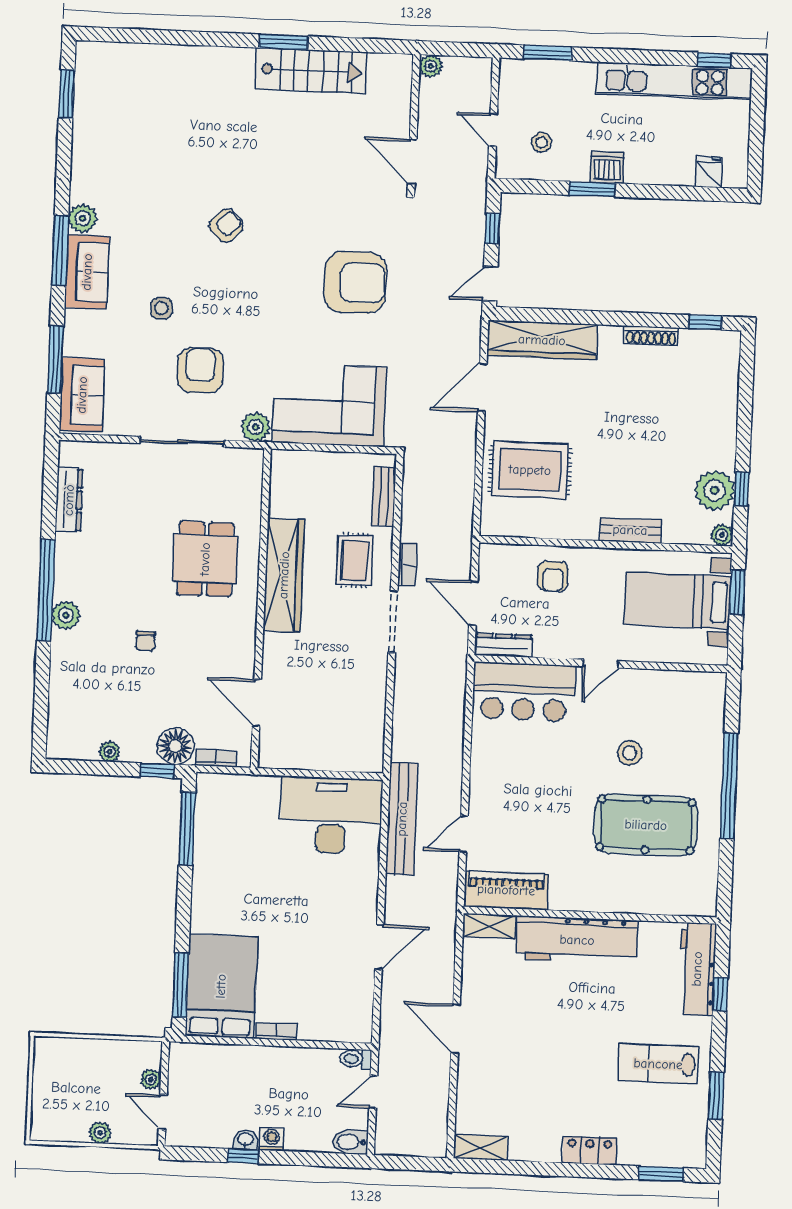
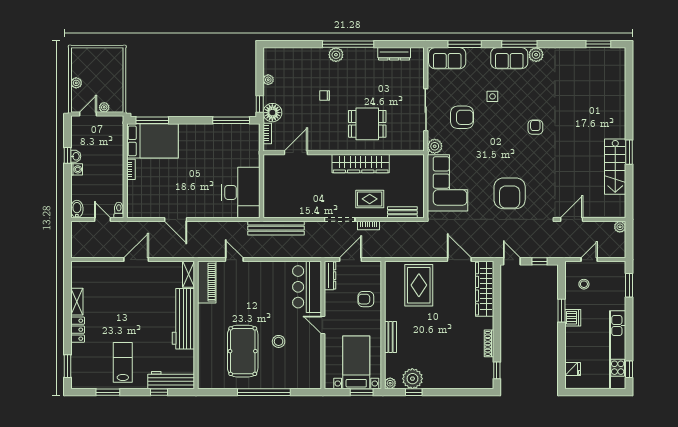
armchair: (226, 226) -> (535, 127), turned -135
bench: (402, 819) -> (276, 228), moved
shelving: (480, 1147) -> (77, 302), moved

